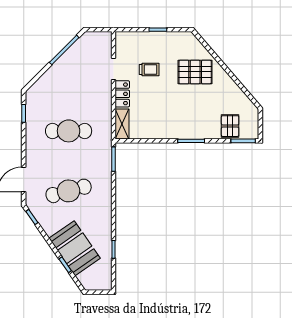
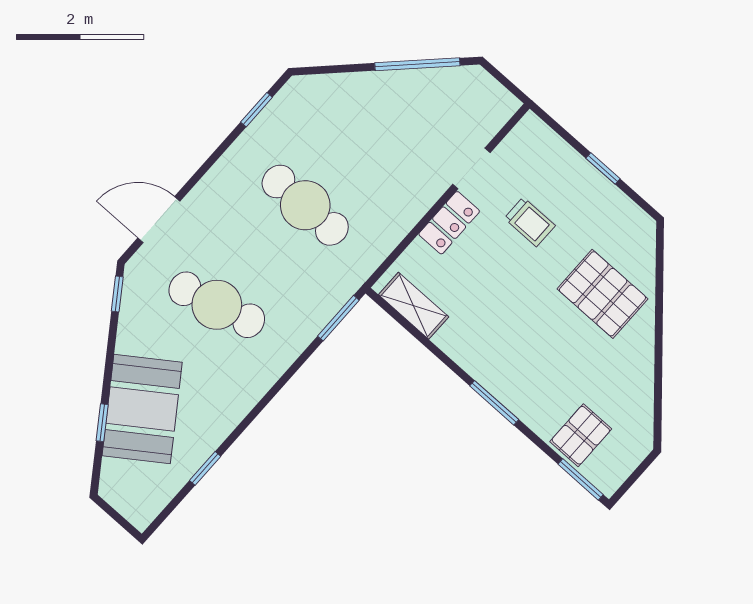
shelving: (122, 124) -> (414, 306), moved, turned 90

